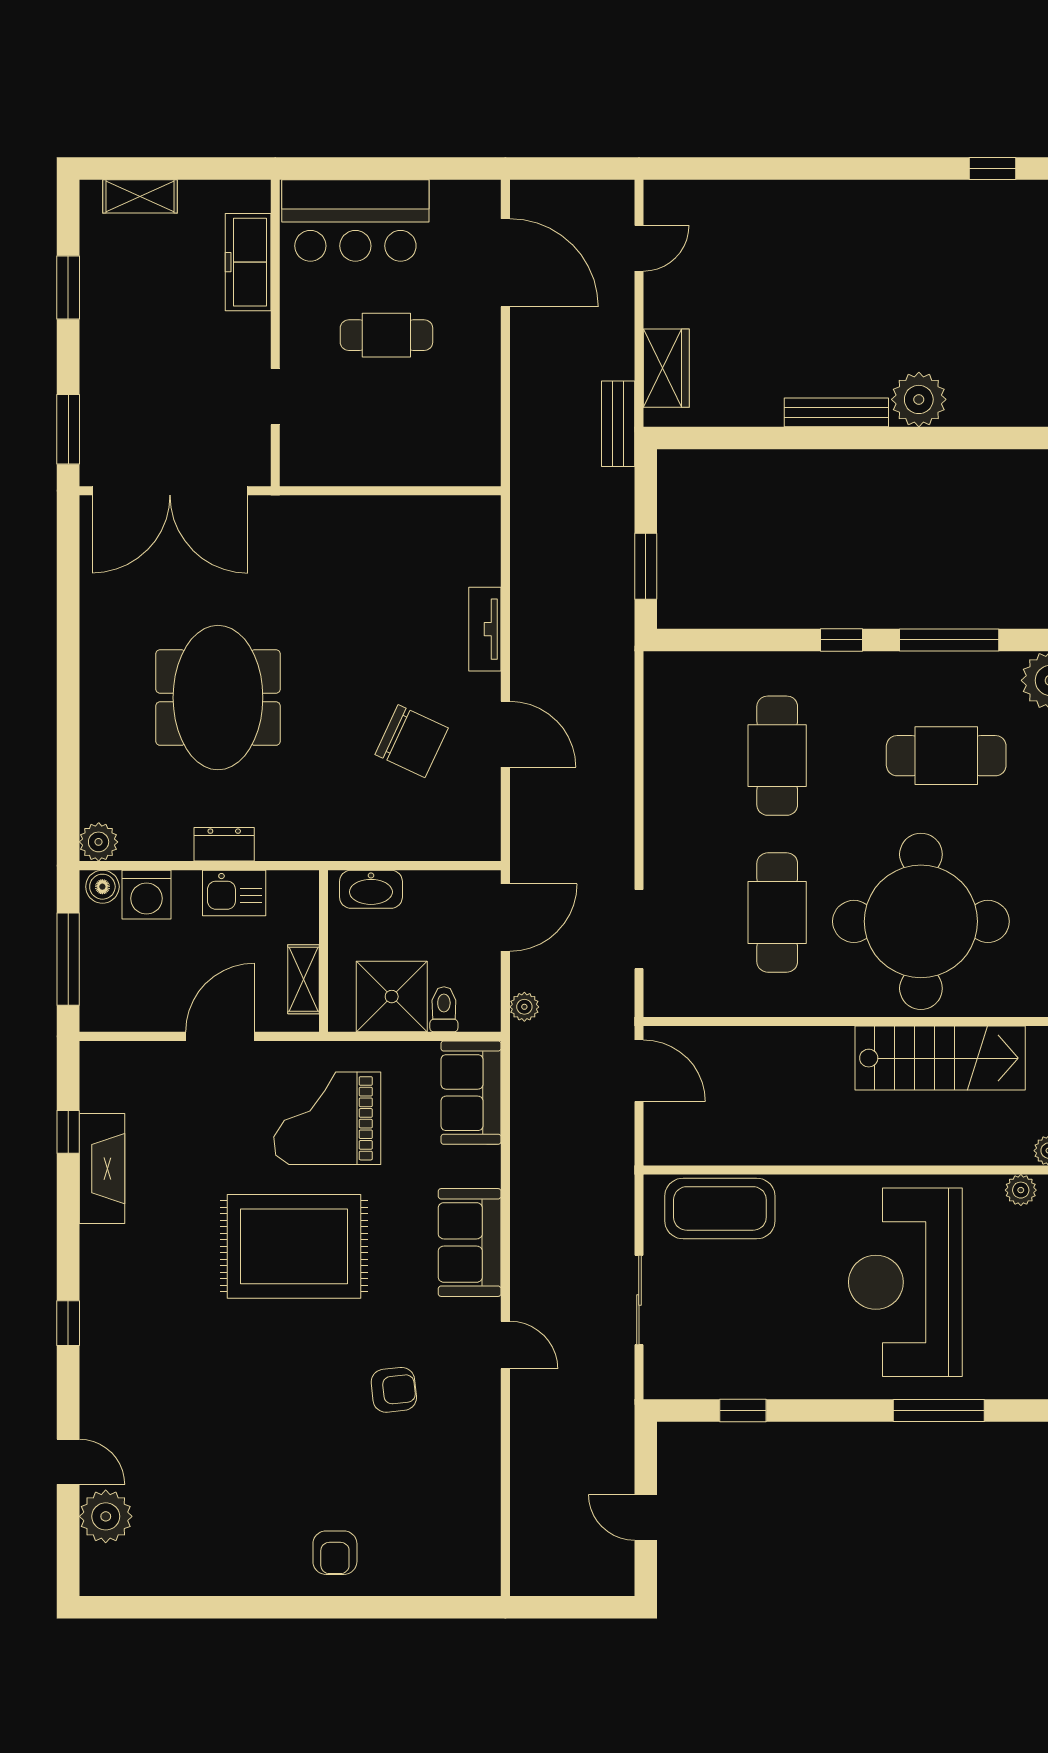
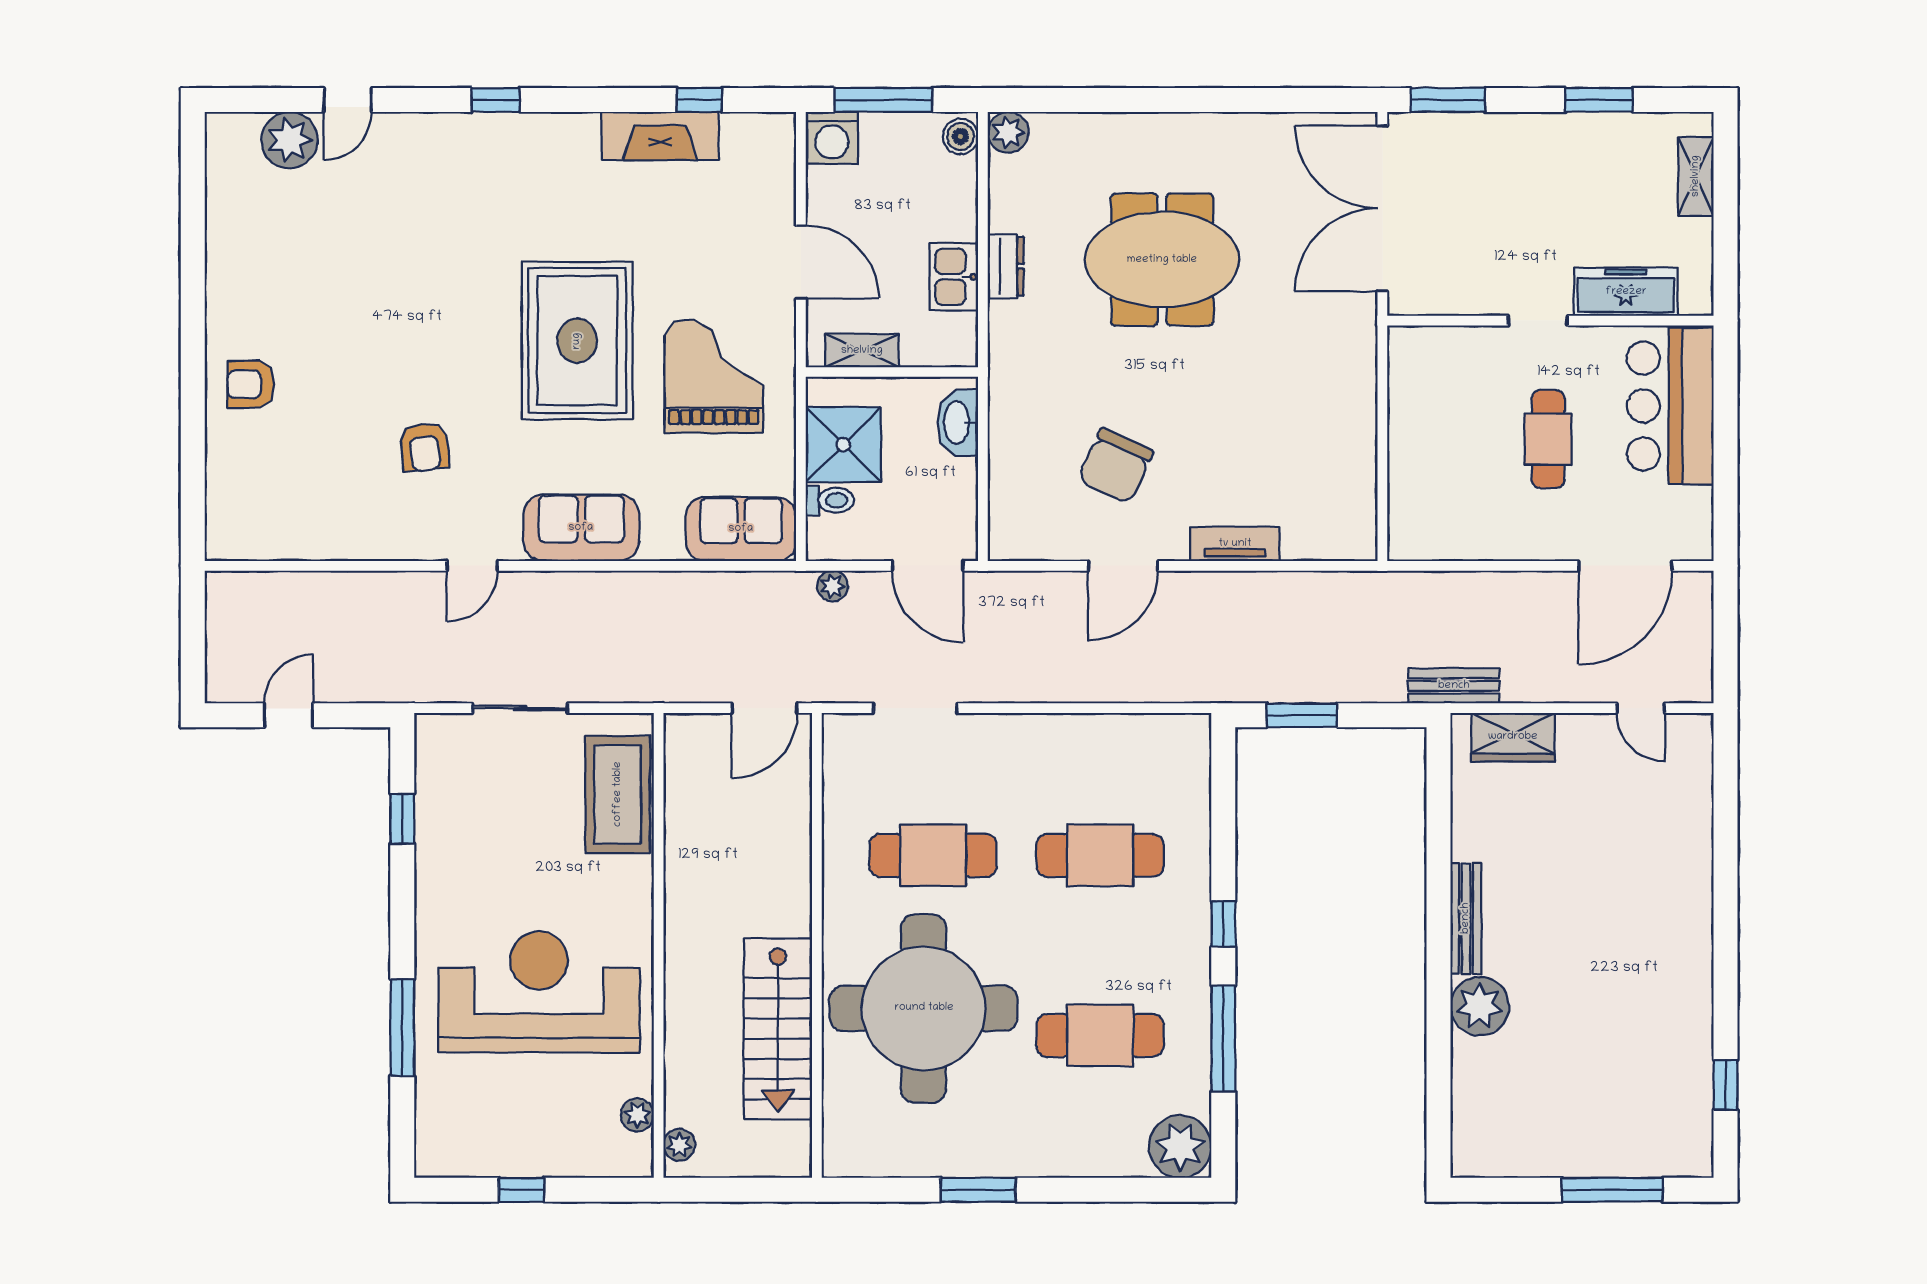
doorway: (275, 397) -> (1538, 321), moved
cafe table: (946, 756) -> (1100, 1035), turned 90
washing machine: (146, 895) -> (832, 138), moved, turned -90

